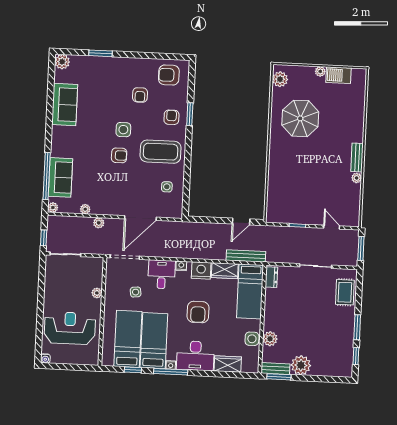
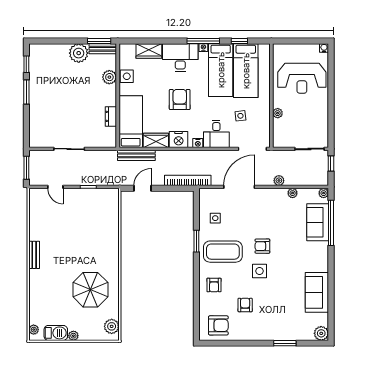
window: (190, 114) -> (196, 241), moved
plant: (357, 178) -> (34, 330), moved
bookcase: (194, 227) -> (188, 180), added
dresser: (271, 277) -> (111, 116), moved
rug: (345, 292) -> (40, 125), removed

